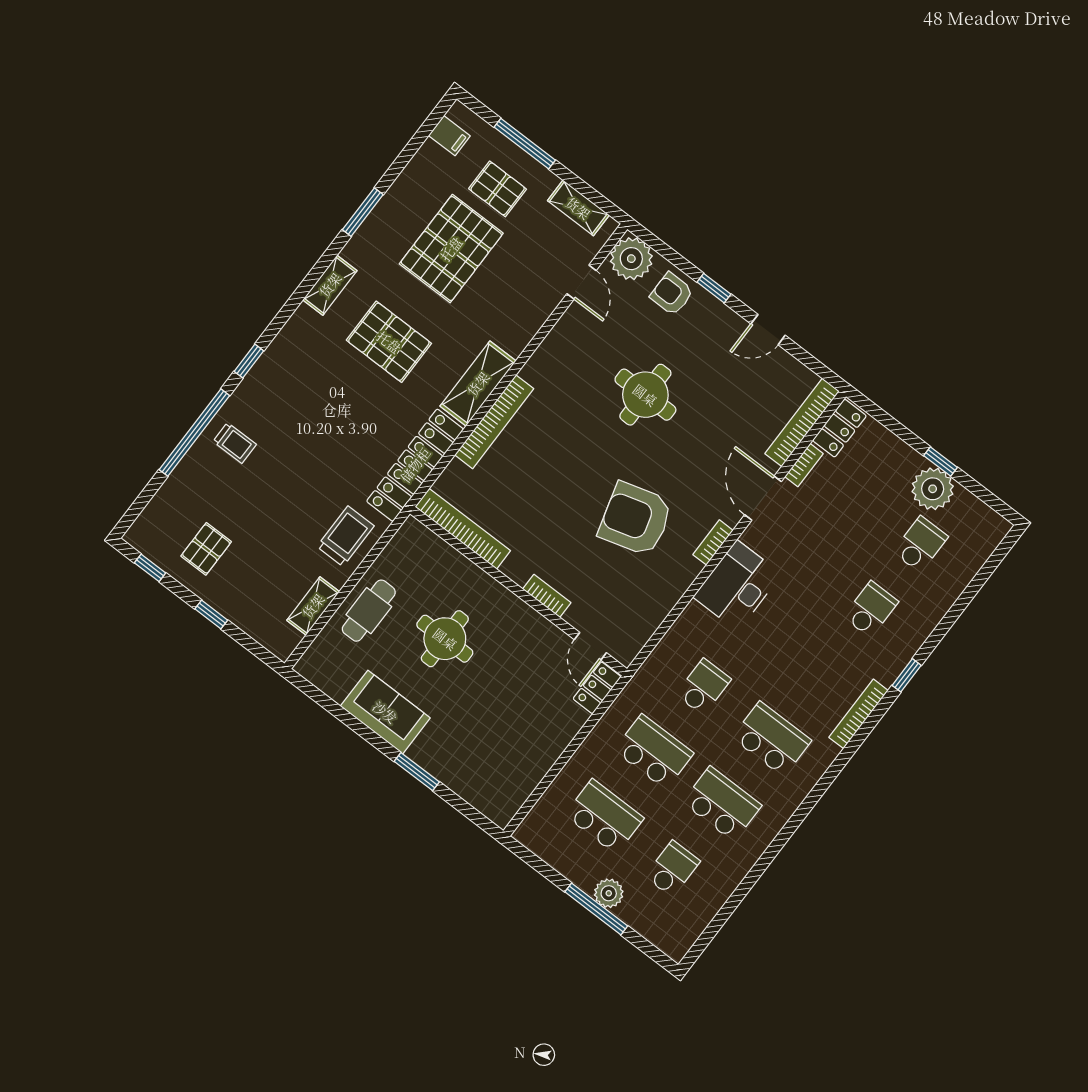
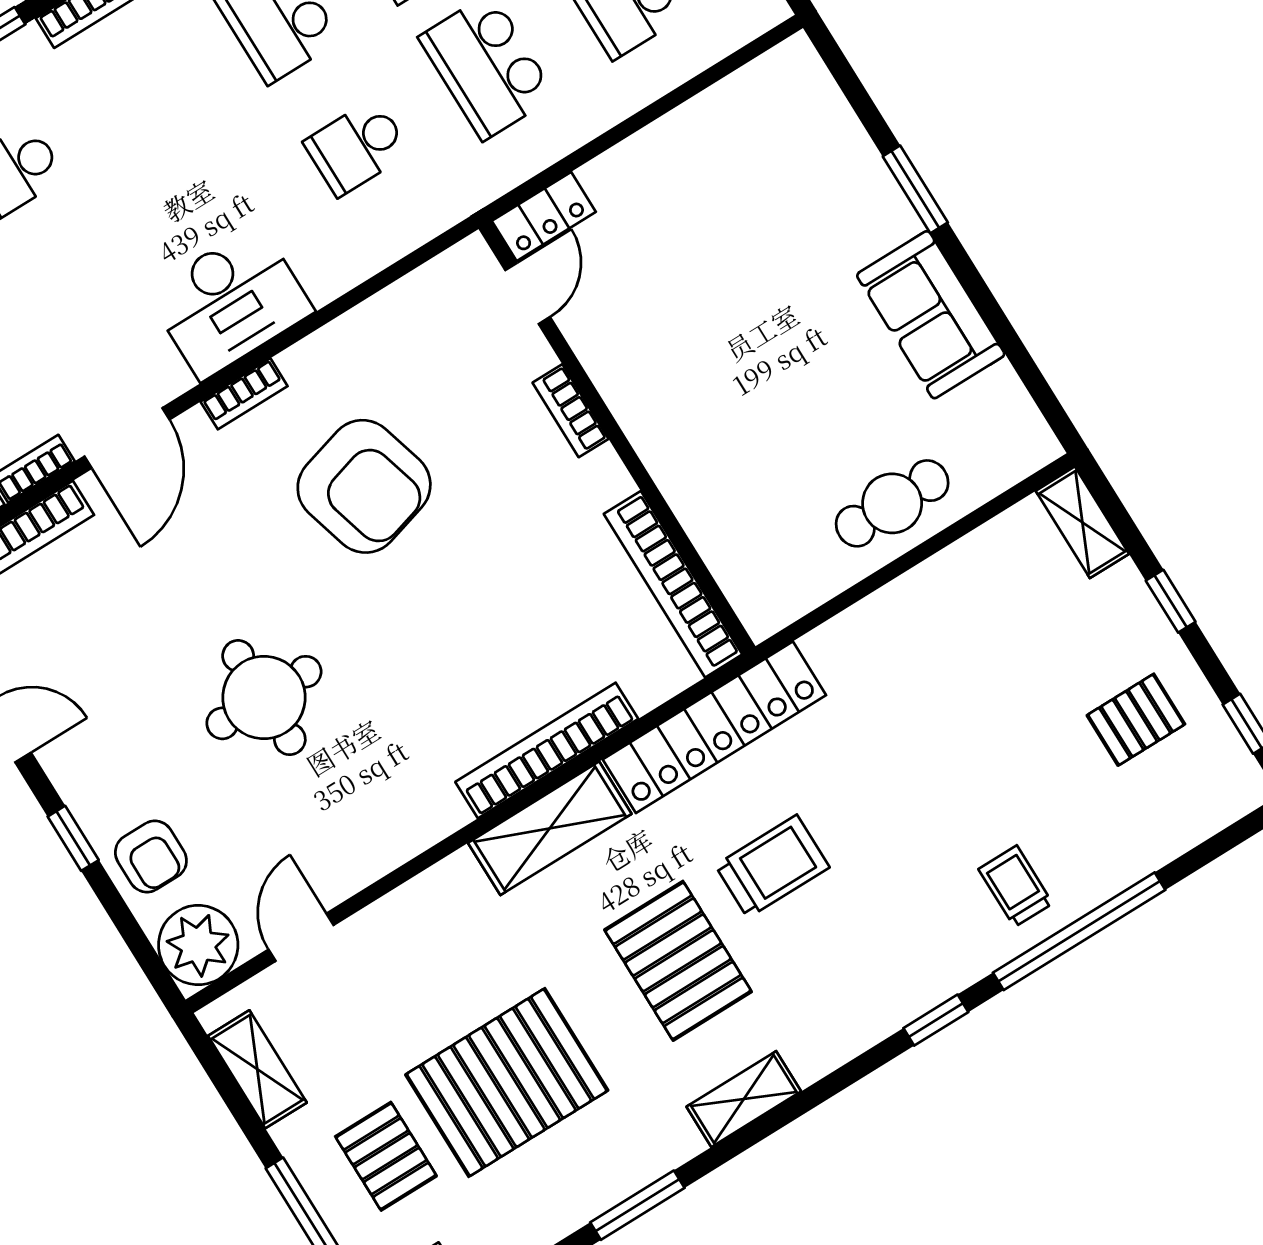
trolley: (346, 536) -> (772, 866), moved, turned 180
shelving: (313, 606) -> (1082, 522), moved, turned 90
round table: (445, 639) -> (778, 404), removed

